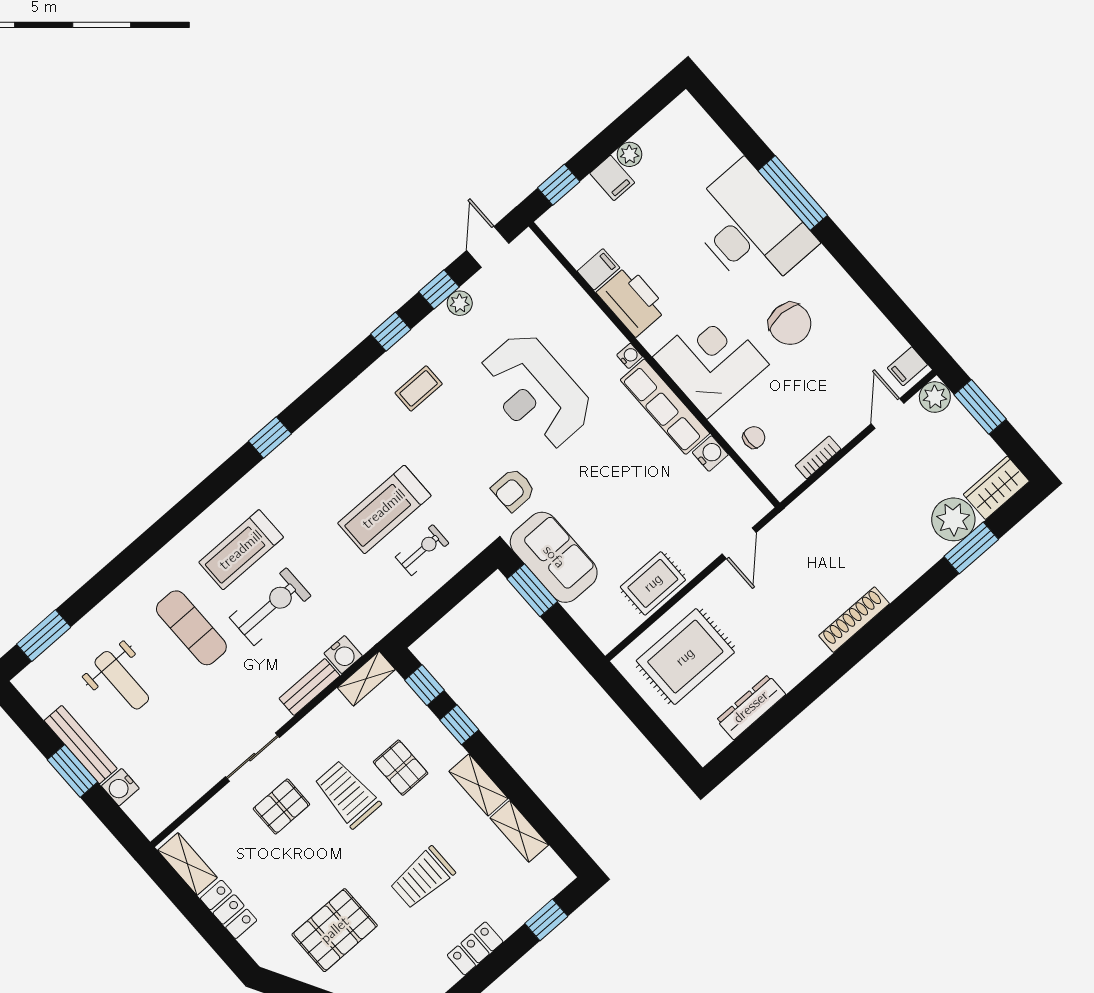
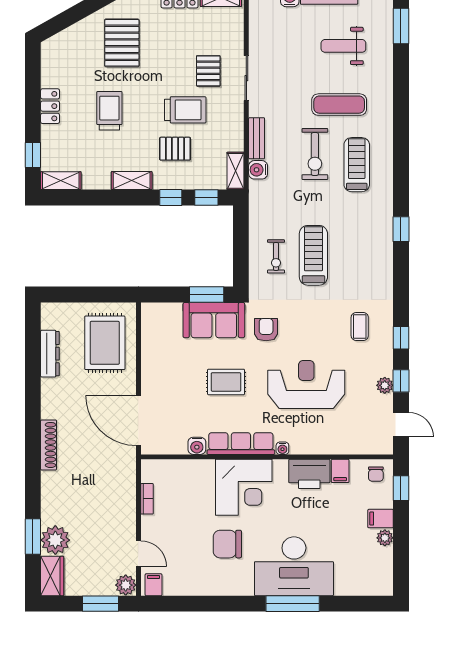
chair: (754, 437) -> (376, 474), moved
door: (739, 543) -> (138, 421), width x1.87
rug: (653, 583) -> (226, 382), moved, turned 90
shelving: (519, 831) -> (61, 181), moved

